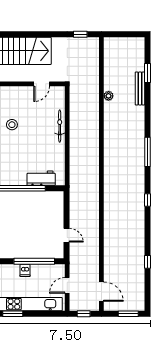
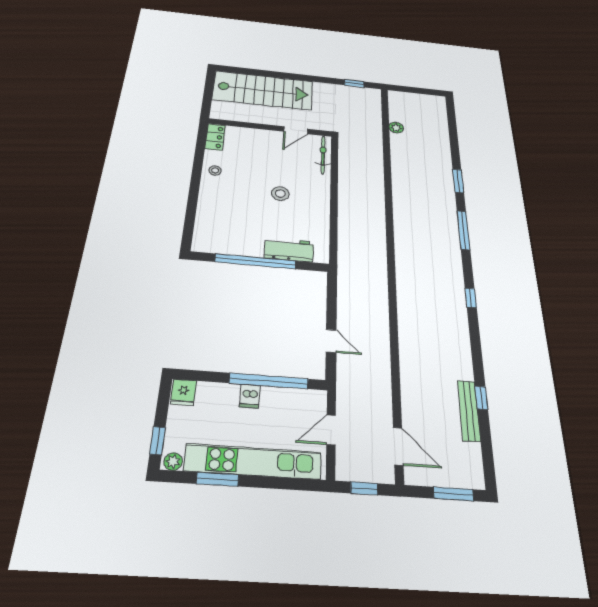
window: (148, 73) -> (458, 181), moved
bench: (140, 88) -> (469, 411), moved
plant: (108, 96) -> (396, 128), moved
stool: (12, 125) -> (280, 194), moved
bicycle: (60, 126) -> (323, 155), moved

